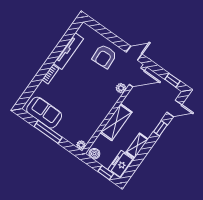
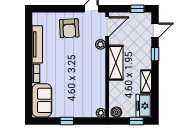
sofa: (44, 113) -> (42, 100), moved, turned 90
shelving: (116, 122) -> (116, 63), moved
window: (48, 132) -> (67, 121), width x0.46

